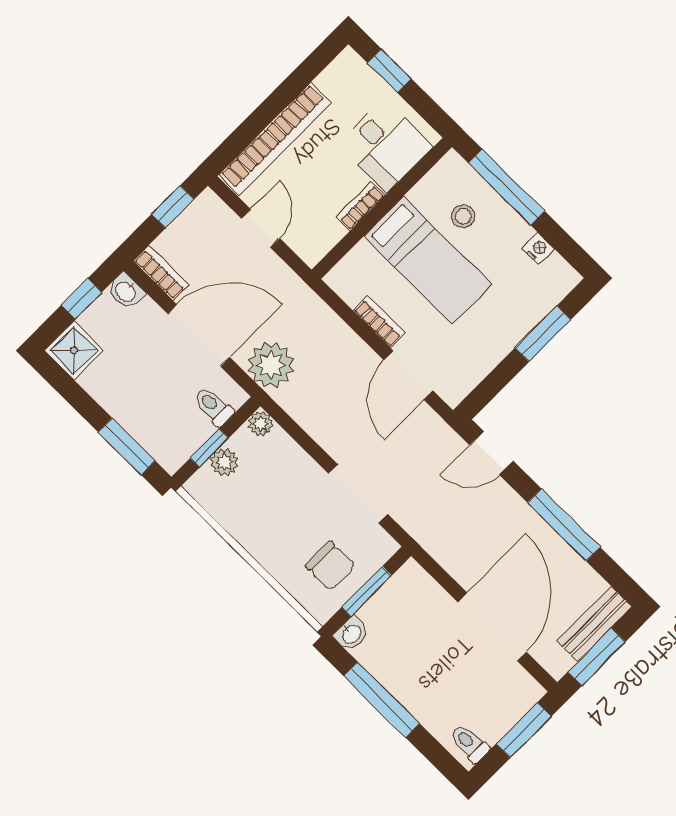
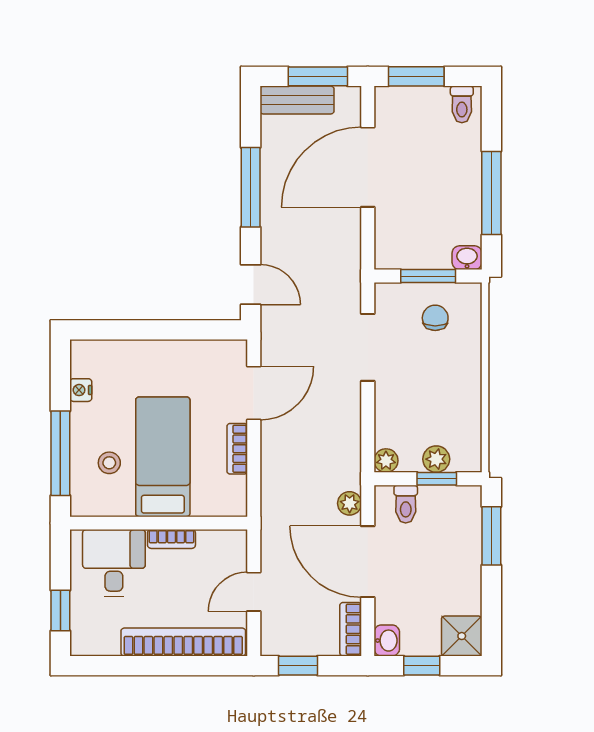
window: (543, 334) -> (135, 330), removed
plant: (271, 365) -> (350, 503), width x0.53, depth x0.53
chair: (330, 566) -> (435, 318), width x0.73, depth x0.73

